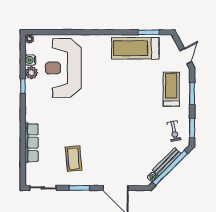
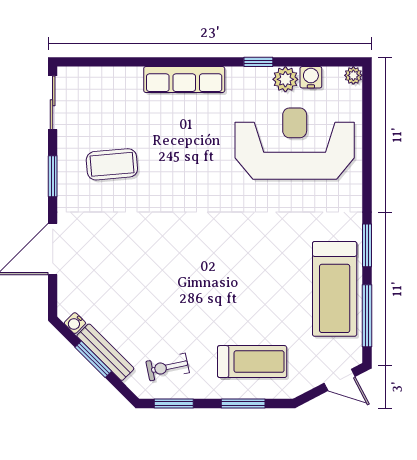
window: (114, 32) -> (367, 245), added
window: (149, 32) -> (367, 316), width x1.44
treadmill: (135, 48) -> (335, 289), turned 180
door: (186, 56) -> (340, 380), moved
row of seats: (32, 143) -> (184, 80), moved
window: (170, 168) -> (93, 359), width x0.47

